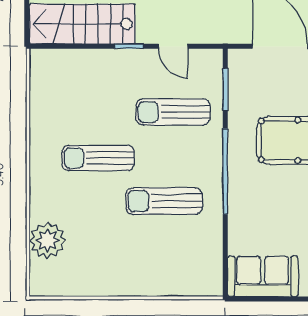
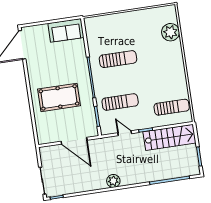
sun lounger: (98, 158) -> (172, 107), moved

